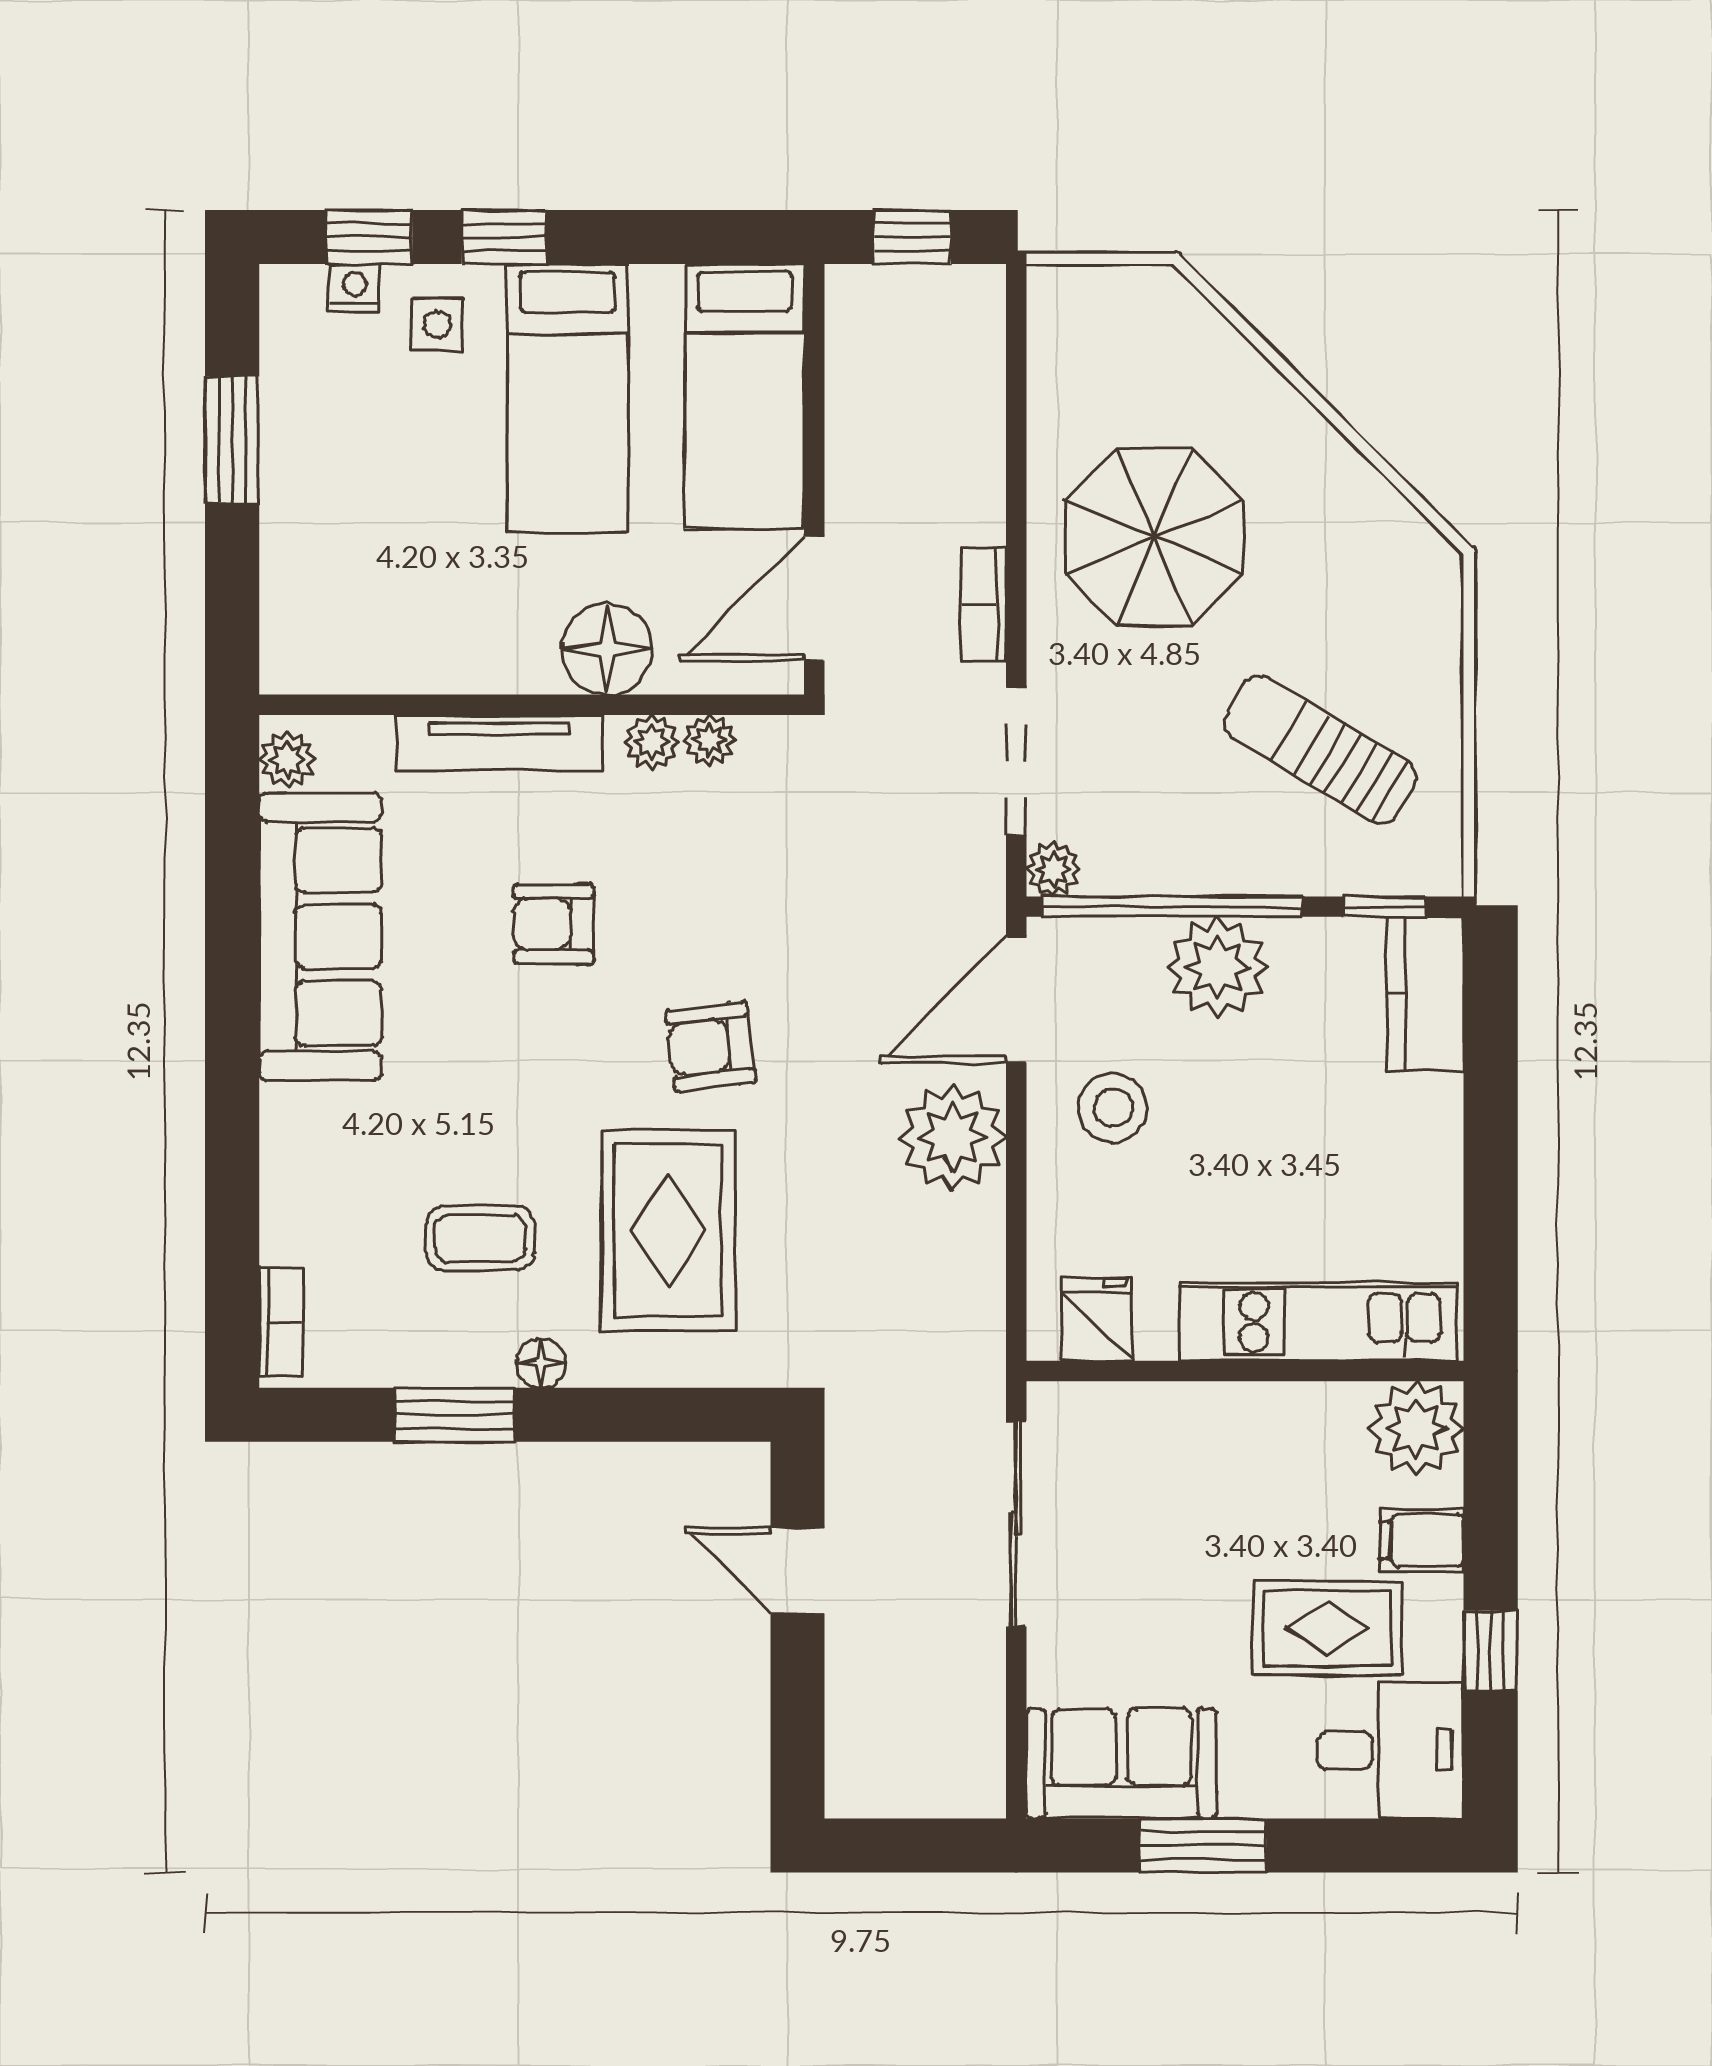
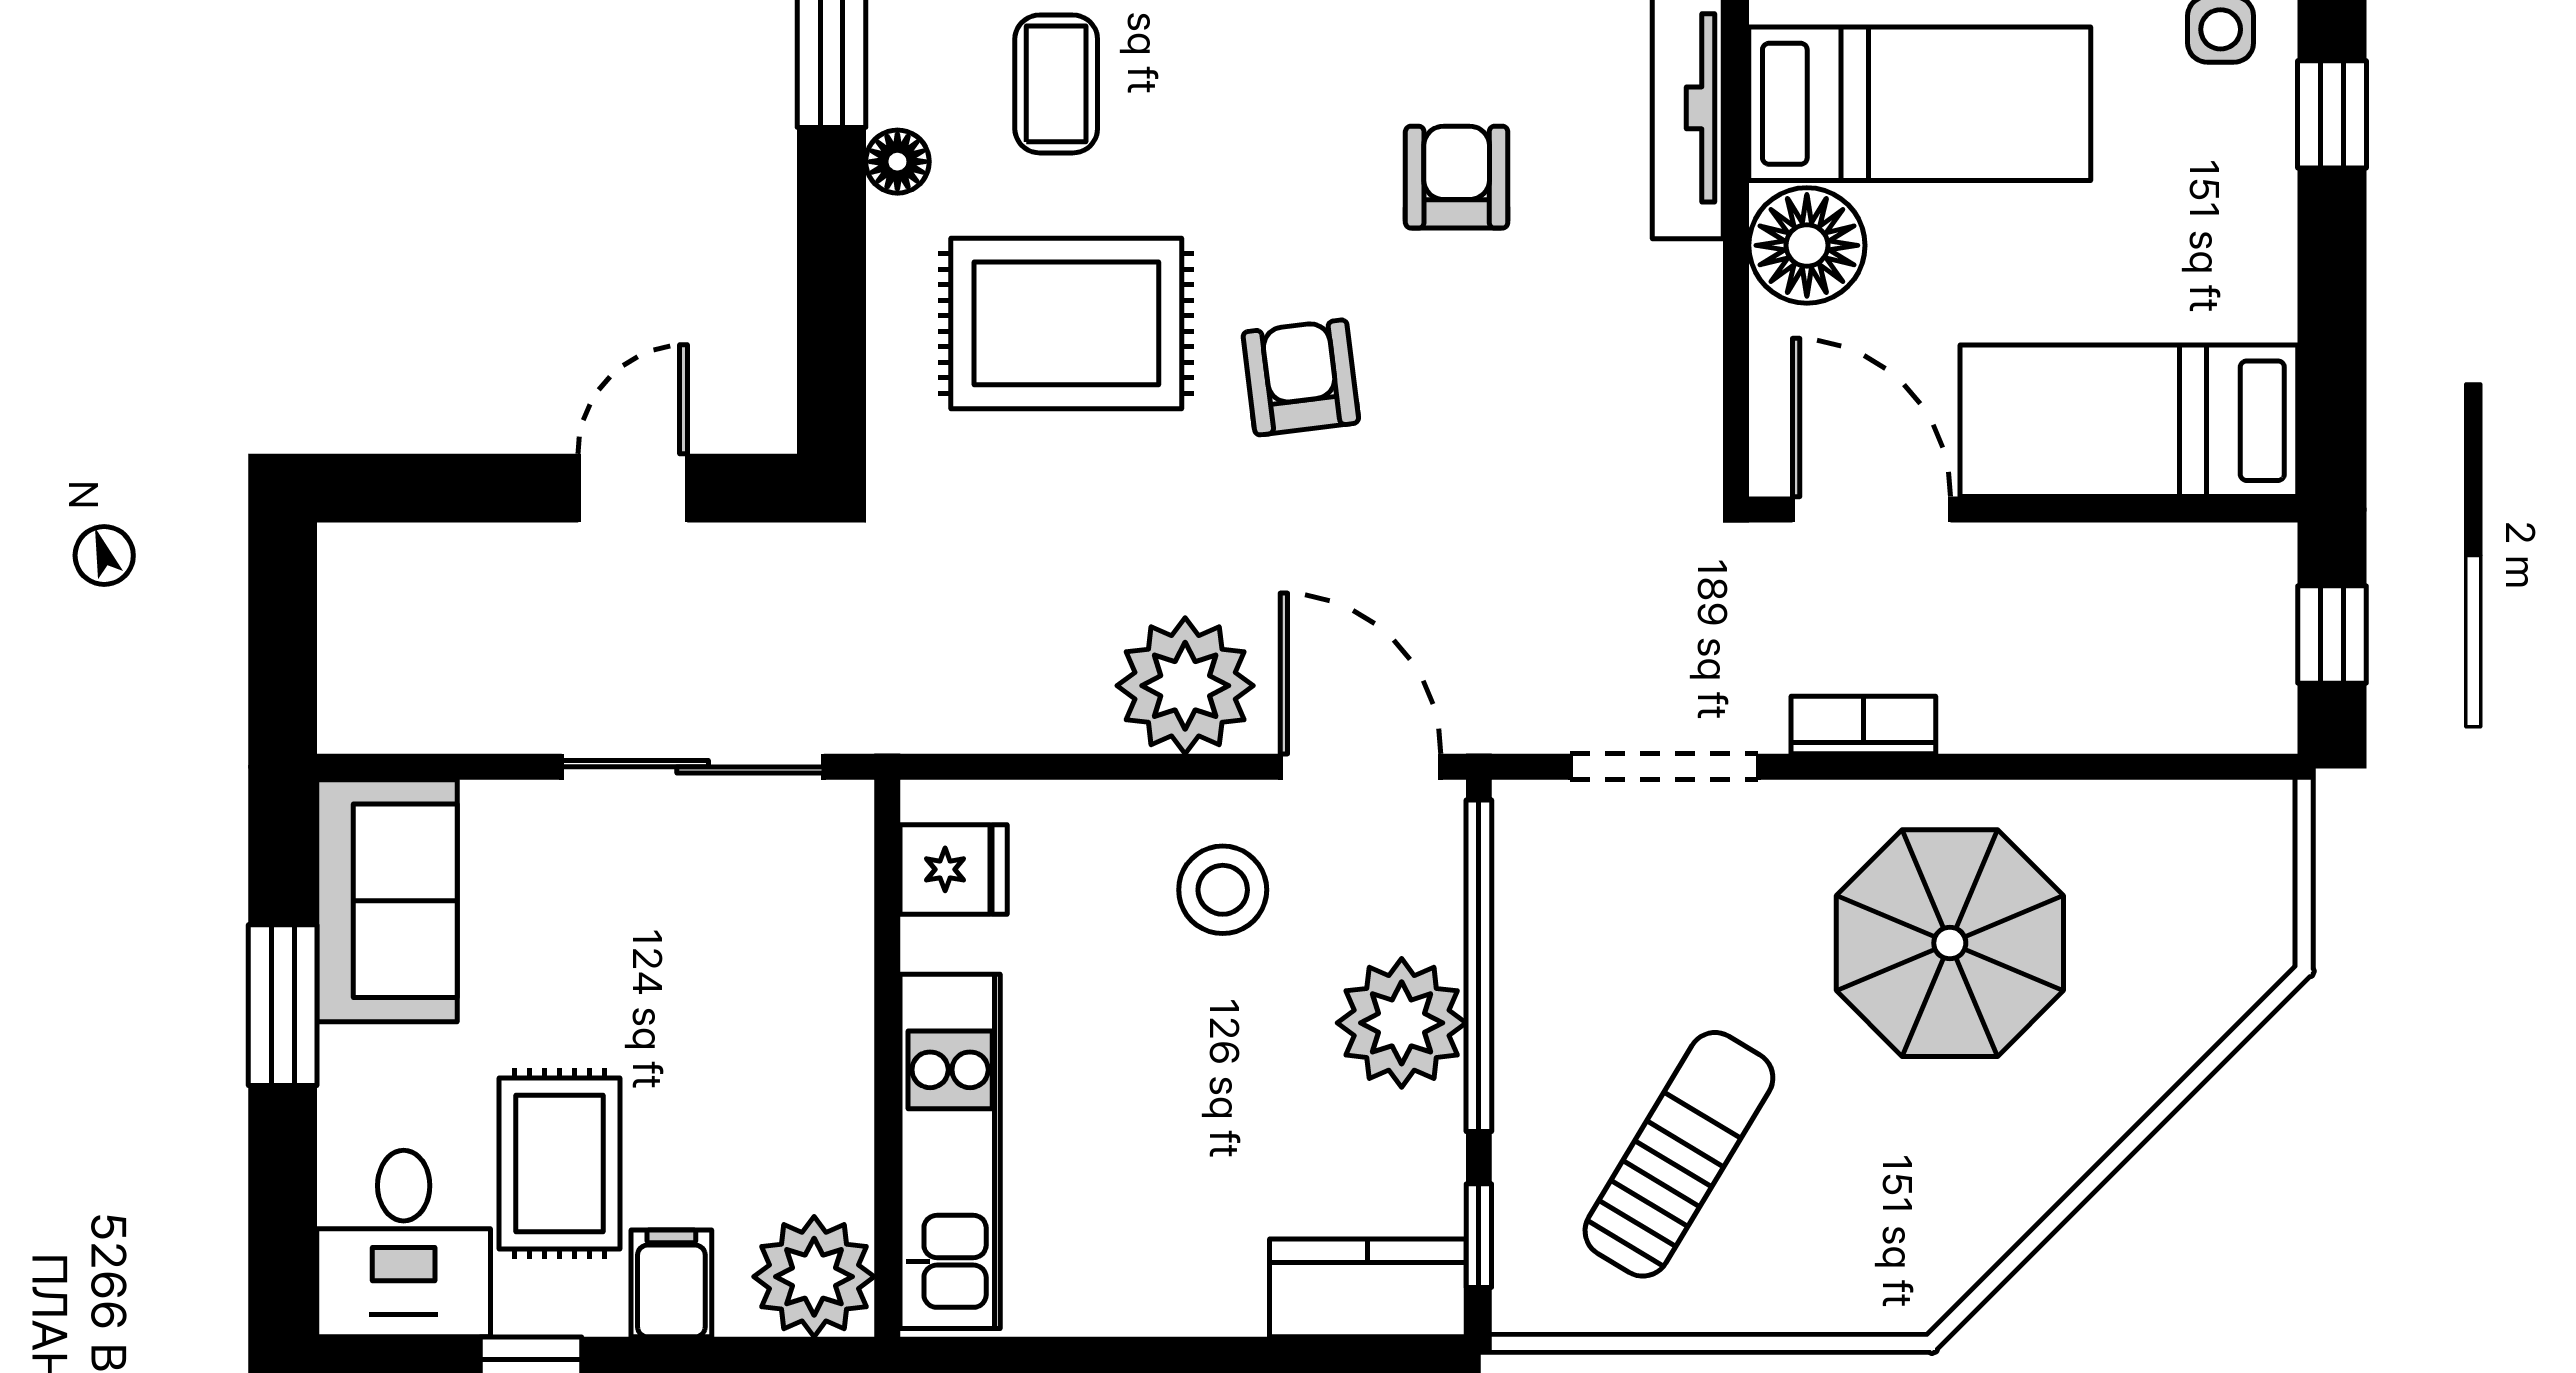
bed: (567, 398) -> (1920, 104), moved, turned 180
plant: (710, 740) -> (1691, 376), removed
plant: (652, 742) -> (1689, 302), removed
plant: (1054, 869) -> (1526, 814), removed

